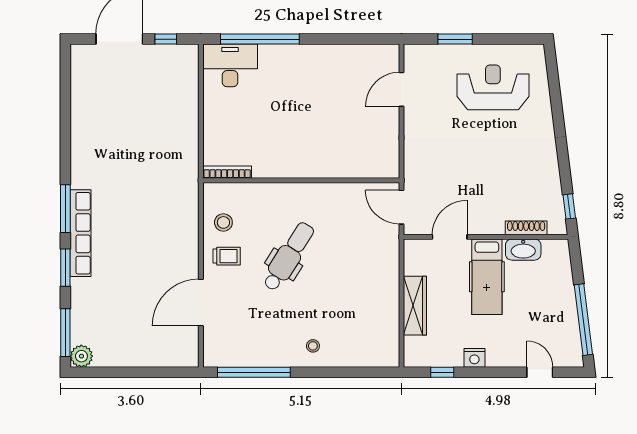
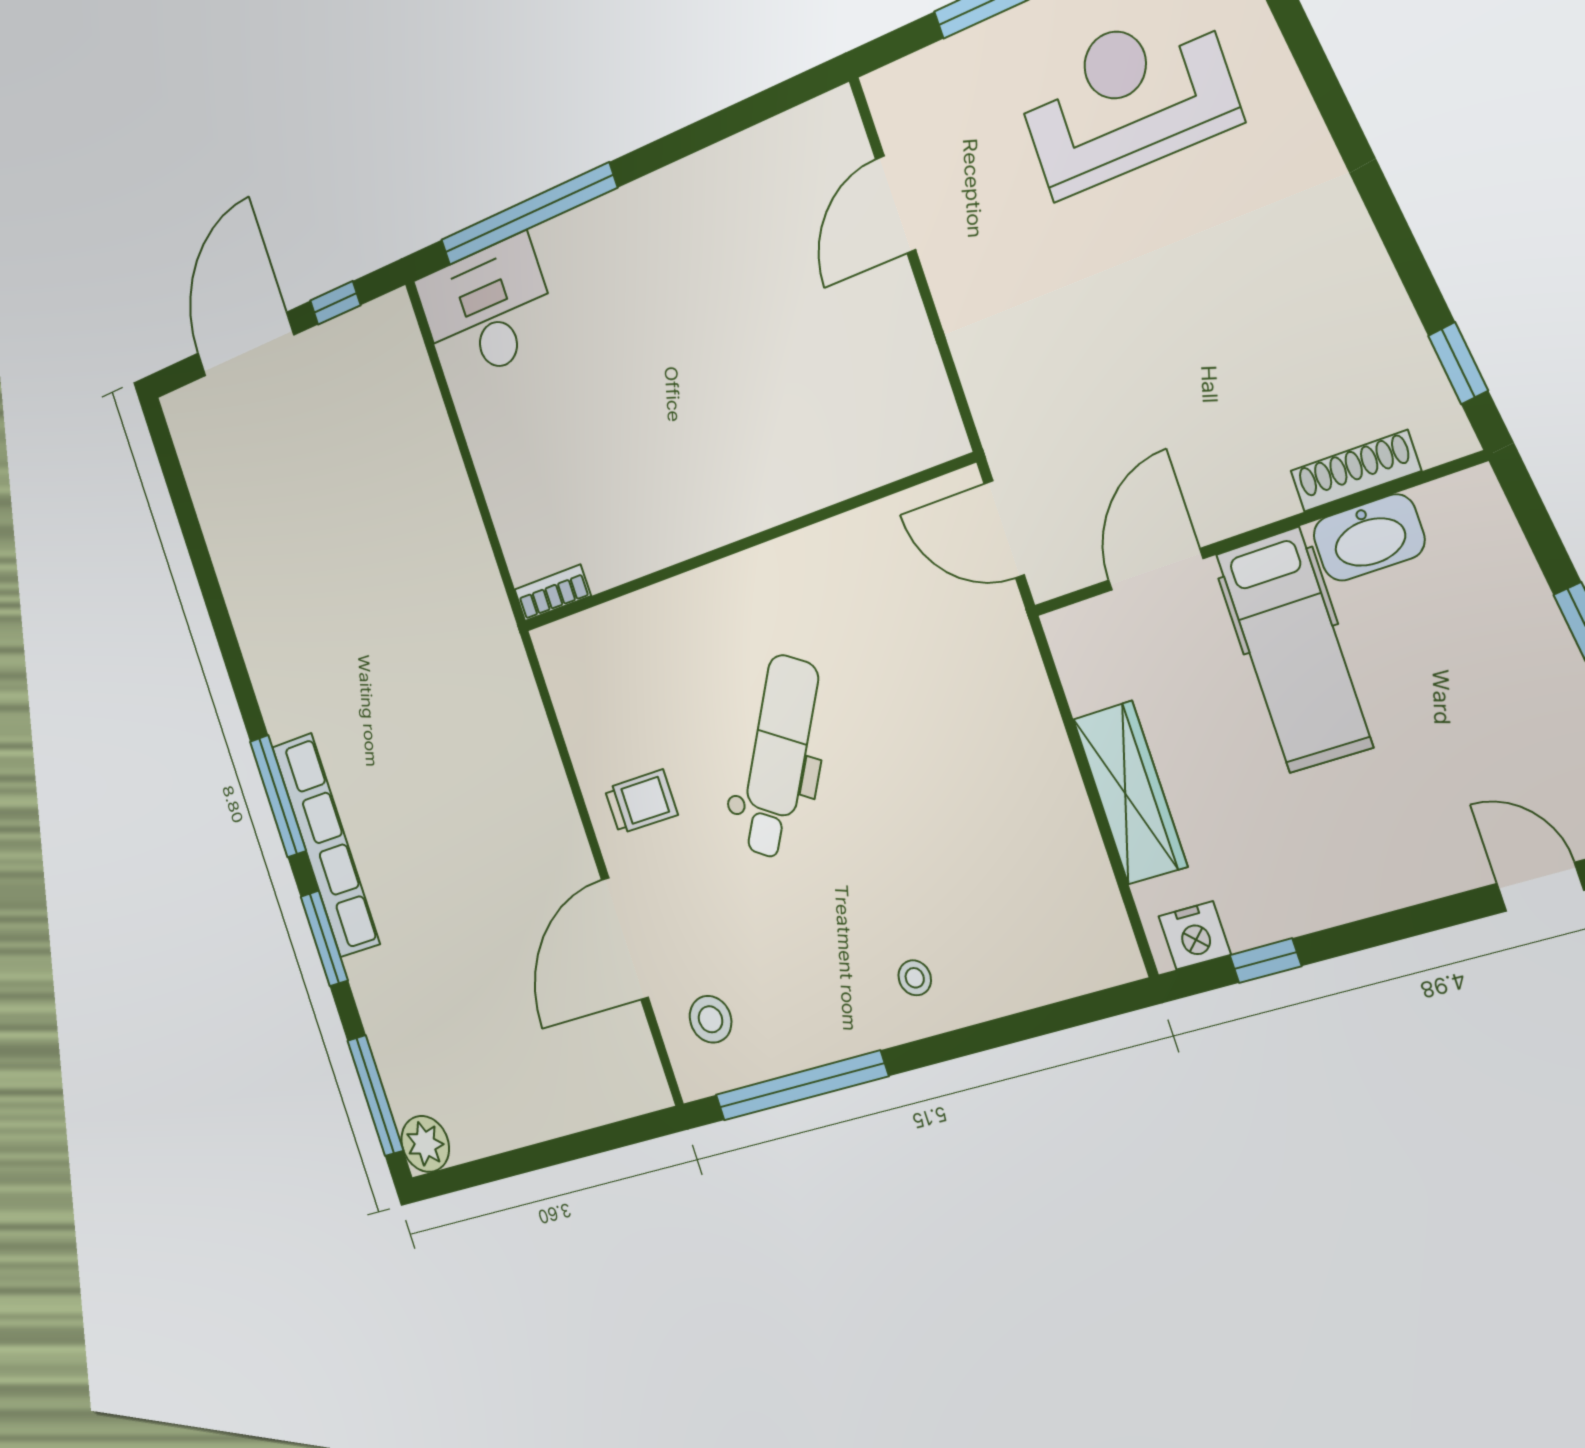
bookcase: (227, 172) -> (553, 593), width x0.64
stool: (223, 222) -> (711, 1019), moved
nightstand: (474, 358) -> (1195, 935), moved

